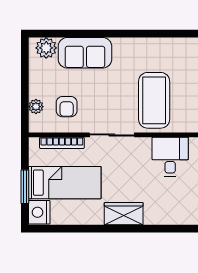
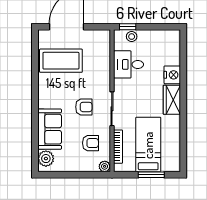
armchair: (114, 98) -> (84, 107), added
coffee table: (154, 100) -> (61, 61), moved
plant: (36, 107) -> (105, 166), moved
nightstand: (39, 212) -> (172, 75), moved, turned -90

